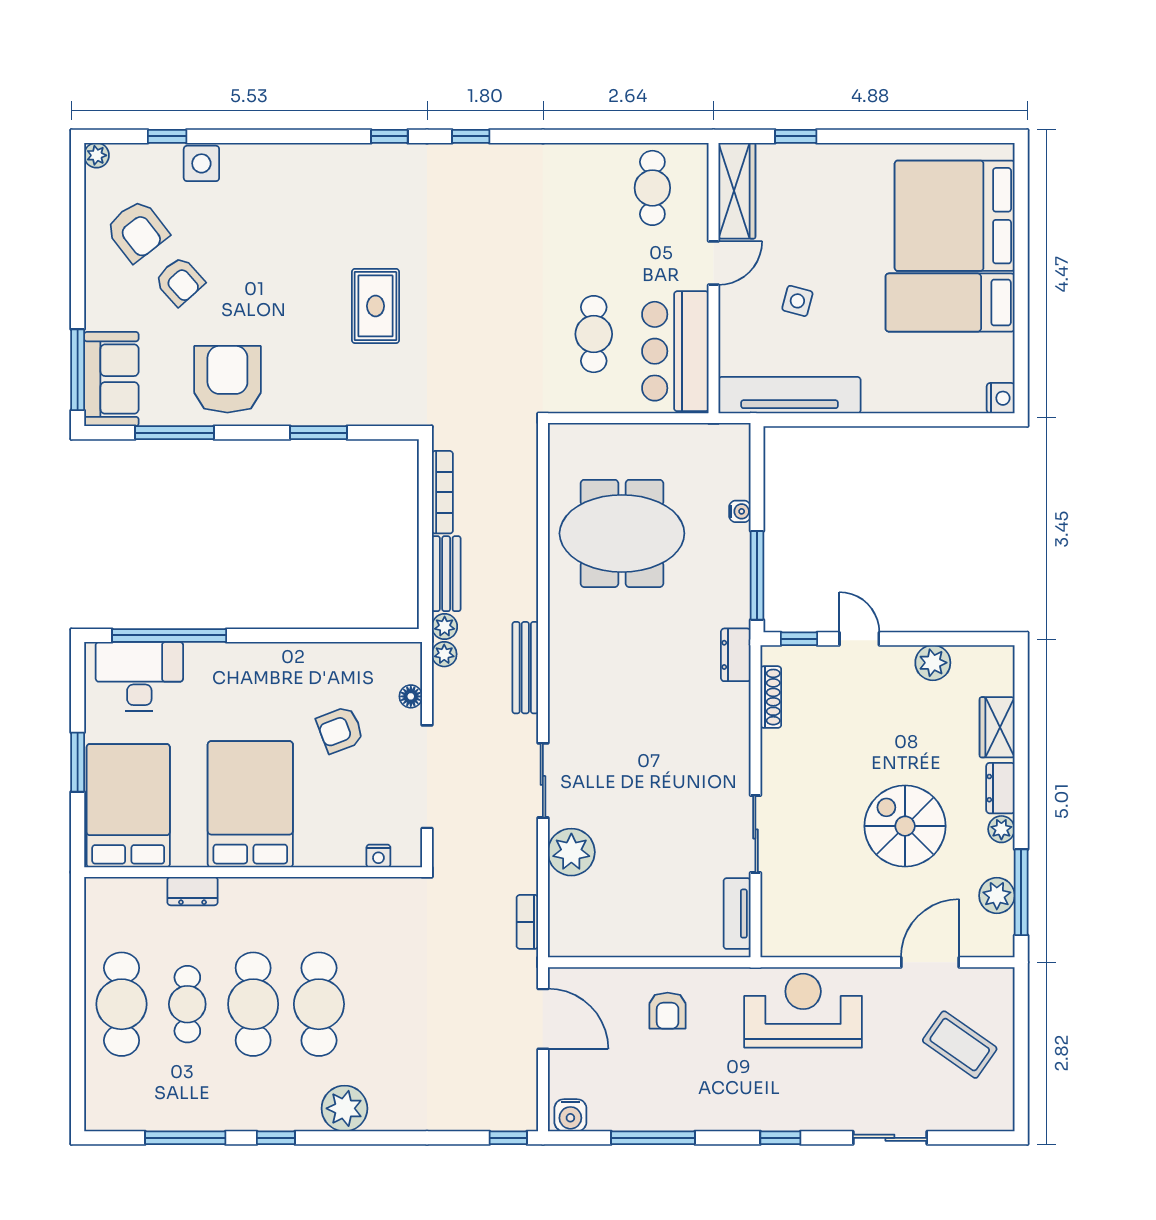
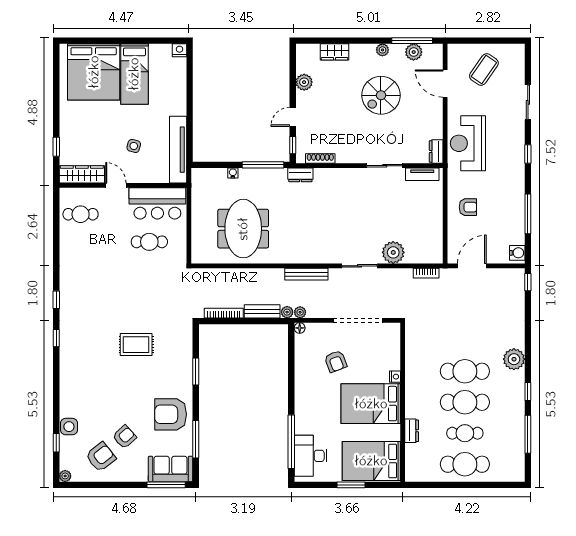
floor lamp: (411, 696) -> (300, 328), moved
dresser: (1000, 788) -> (436, 152), moved, turned 90
nightstand: (378, 856) -> (395, 377), moved

